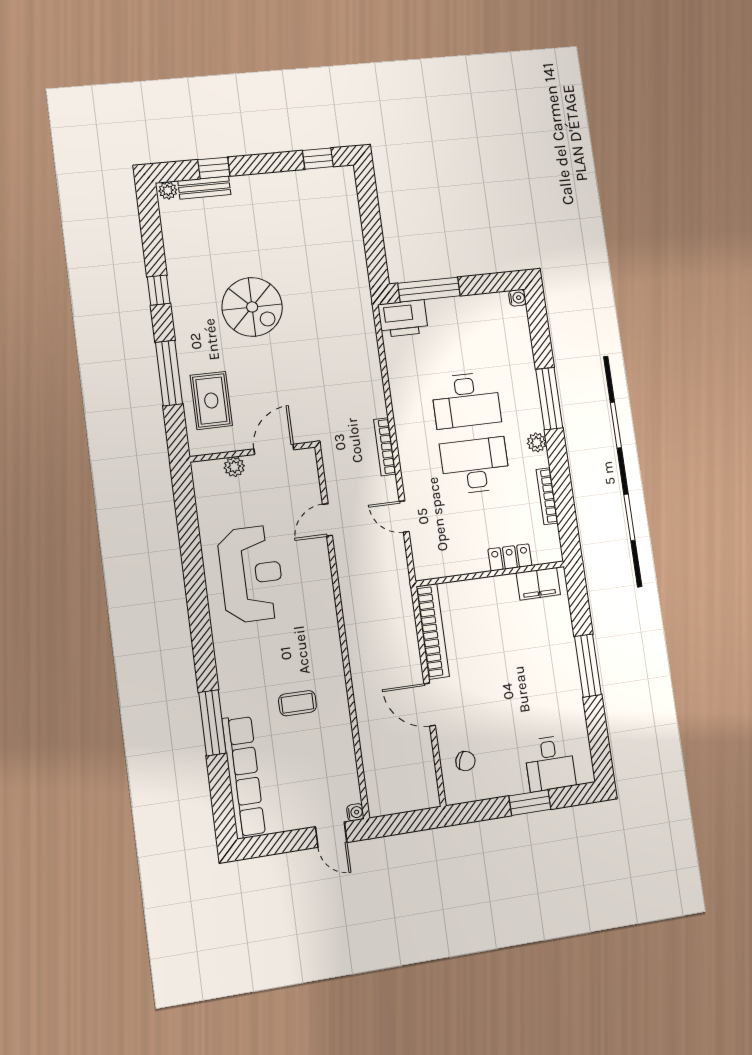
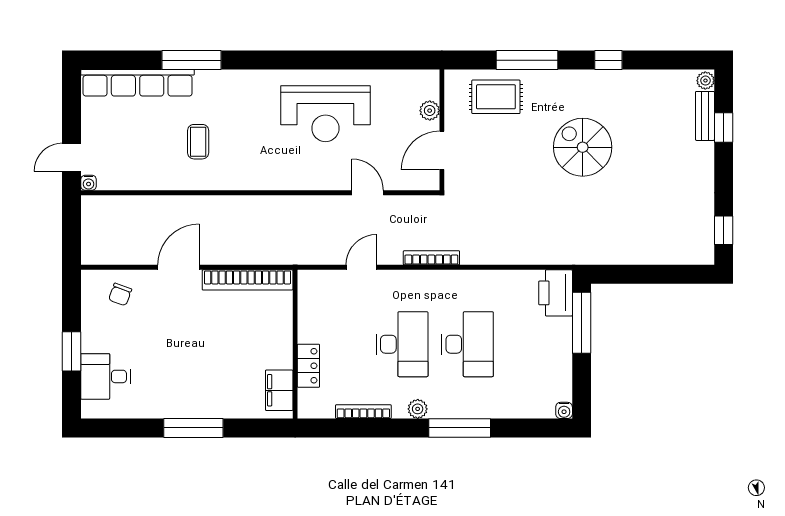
spiral stairs: (252, 307) -> (583, 147), turned 90
desk: (466, 400) -> (468, 344), turned 180
door: (274, 449) -> (442, 150), swing flipped

